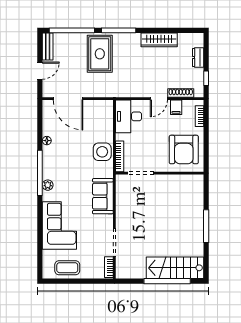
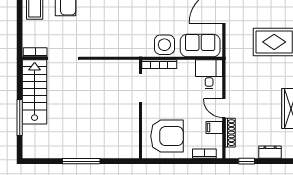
desk: (129, 116) -> (209, 74), width x0.73
armchair: (184, 150) -> (167, 136), turned 180
sofa: (103, 196) -> (200, 45), moved
stairs: (175, 268) -> (35, 92), moved
window: (167, 281) -> (20, 117), width x0.68

